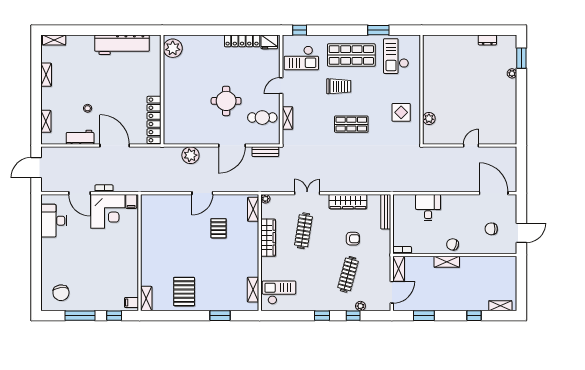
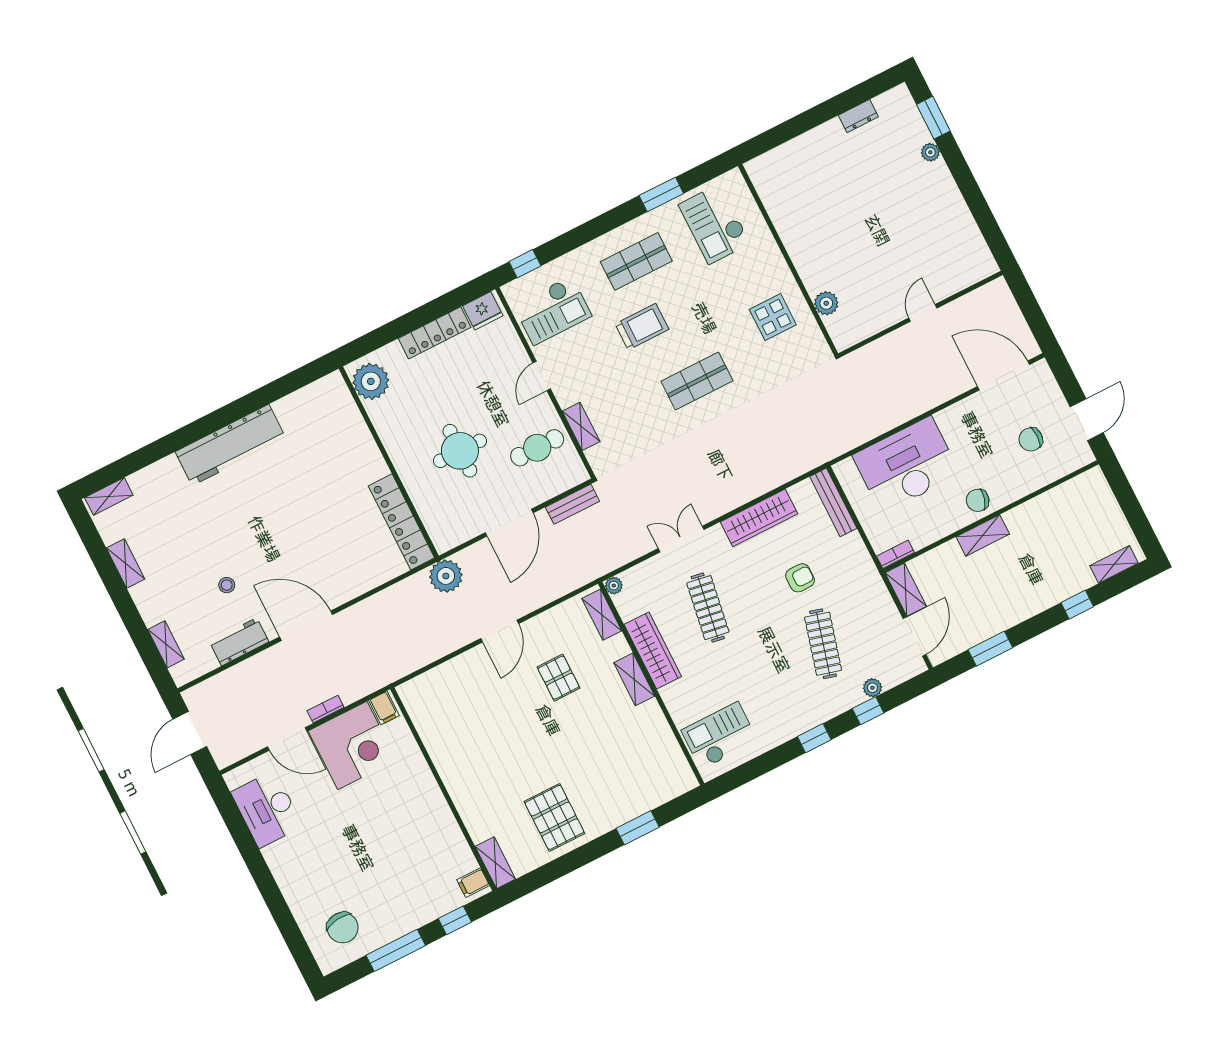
plant: (173, 48) -> (371, 381), moved
shop shelf: (351, 55) -> (636, 261), width x0.70, depth x0.74
wall: (162, 90) -> (389, 462), moved
locker: (154, 120) -> (401, 522), moved
desk: (428, 208) -> (906, 465), width x1.87, depth x1.30
shelving: (253, 290) -> (634, 679), moved

